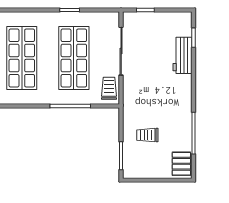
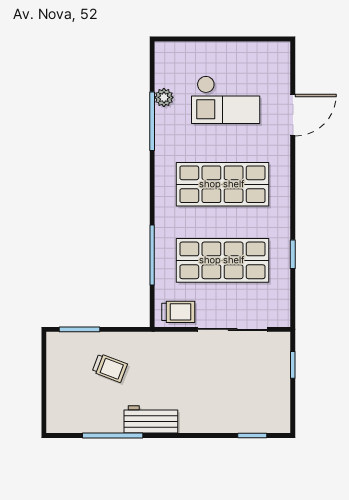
workbench: (182, 55) -> (151, 419), moved
trolley: (147, 135) -> (110, 368), turned 111
pallet: (181, 164) -> (68, 418), removed

